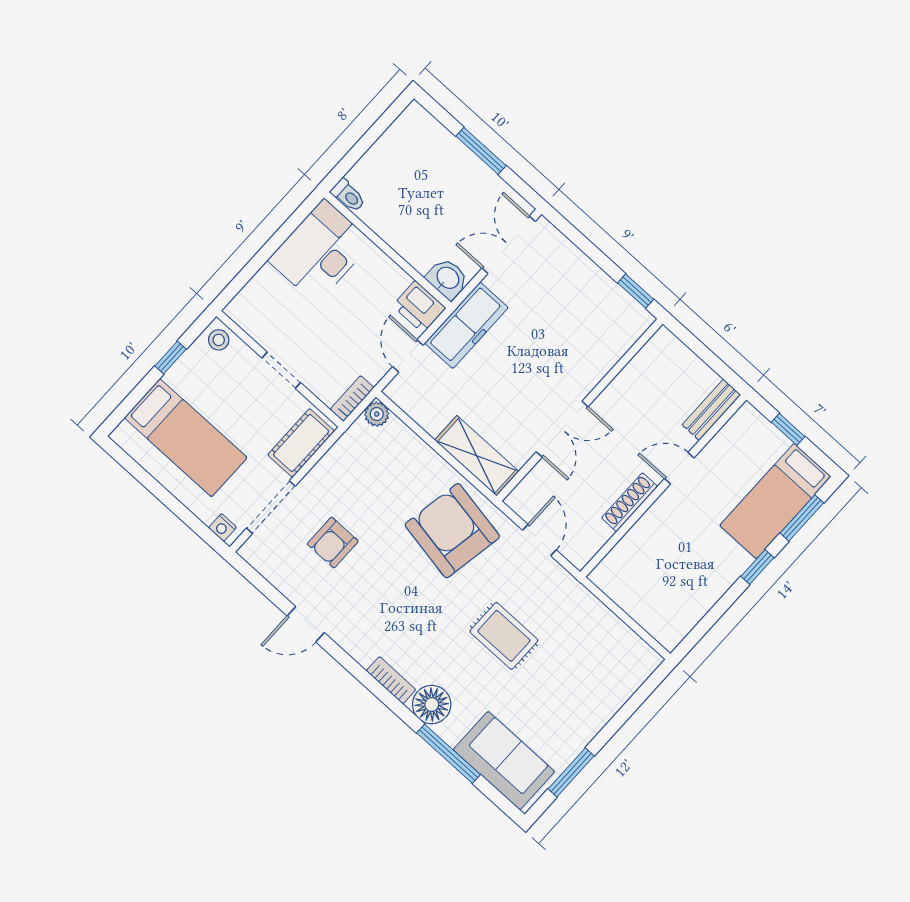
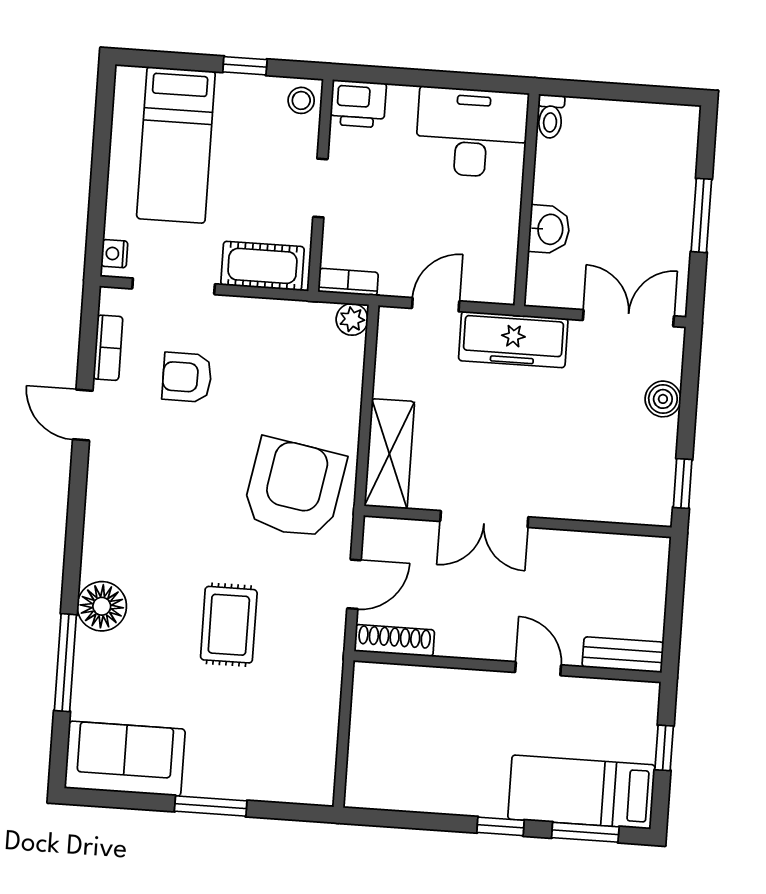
boiler: (575, 262) -> (663, 399), added
washbasin: (447, 278) -> (549, 229), moved
printer: (419, 307) -> (358, 104), moved, turned -90
shoe rack: (629, 502) -> (394, 640), moved
bookcase: (391, 680) -> (108, 348), moved
sofa: (504, 761) -> (125, 759), moved, turned -90
window: (571, 772) -> (211, 806), moved

